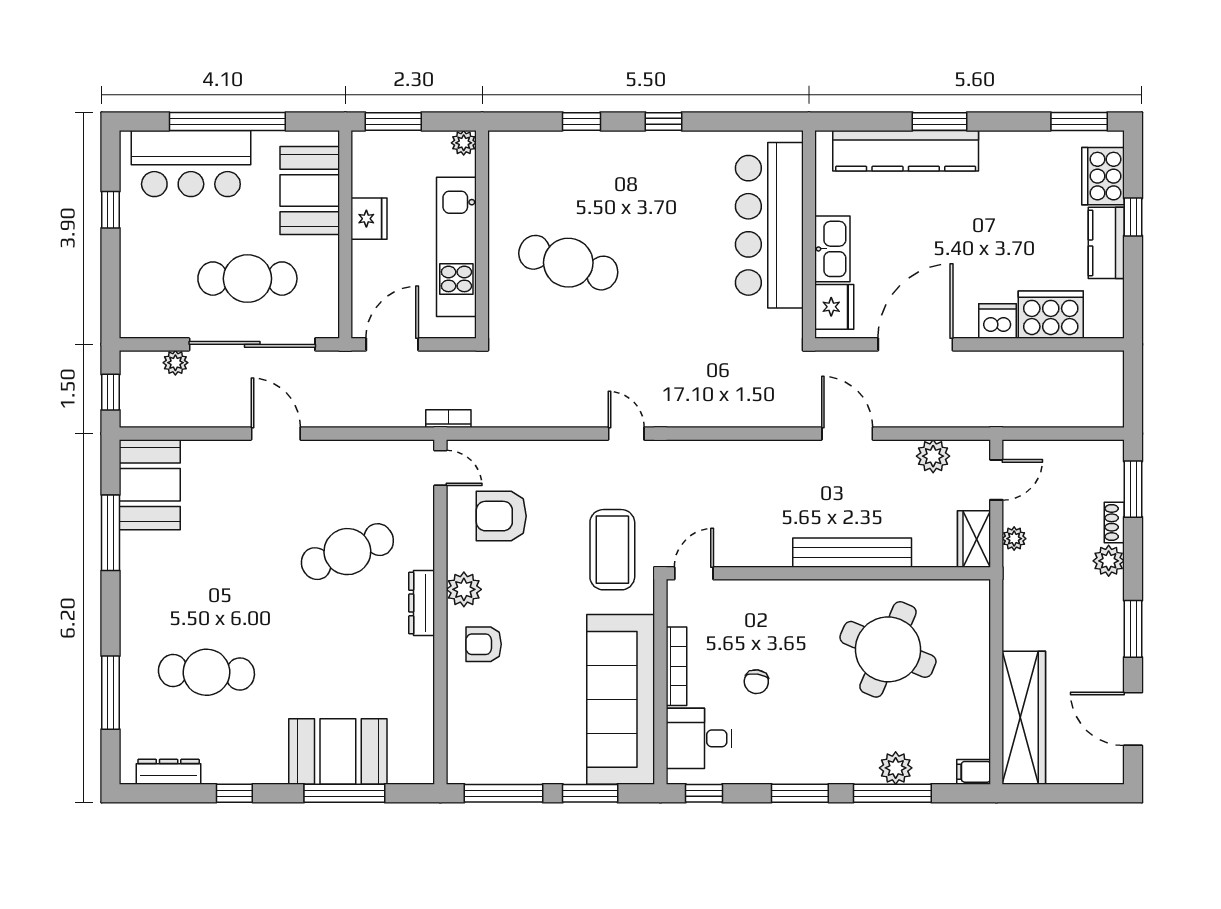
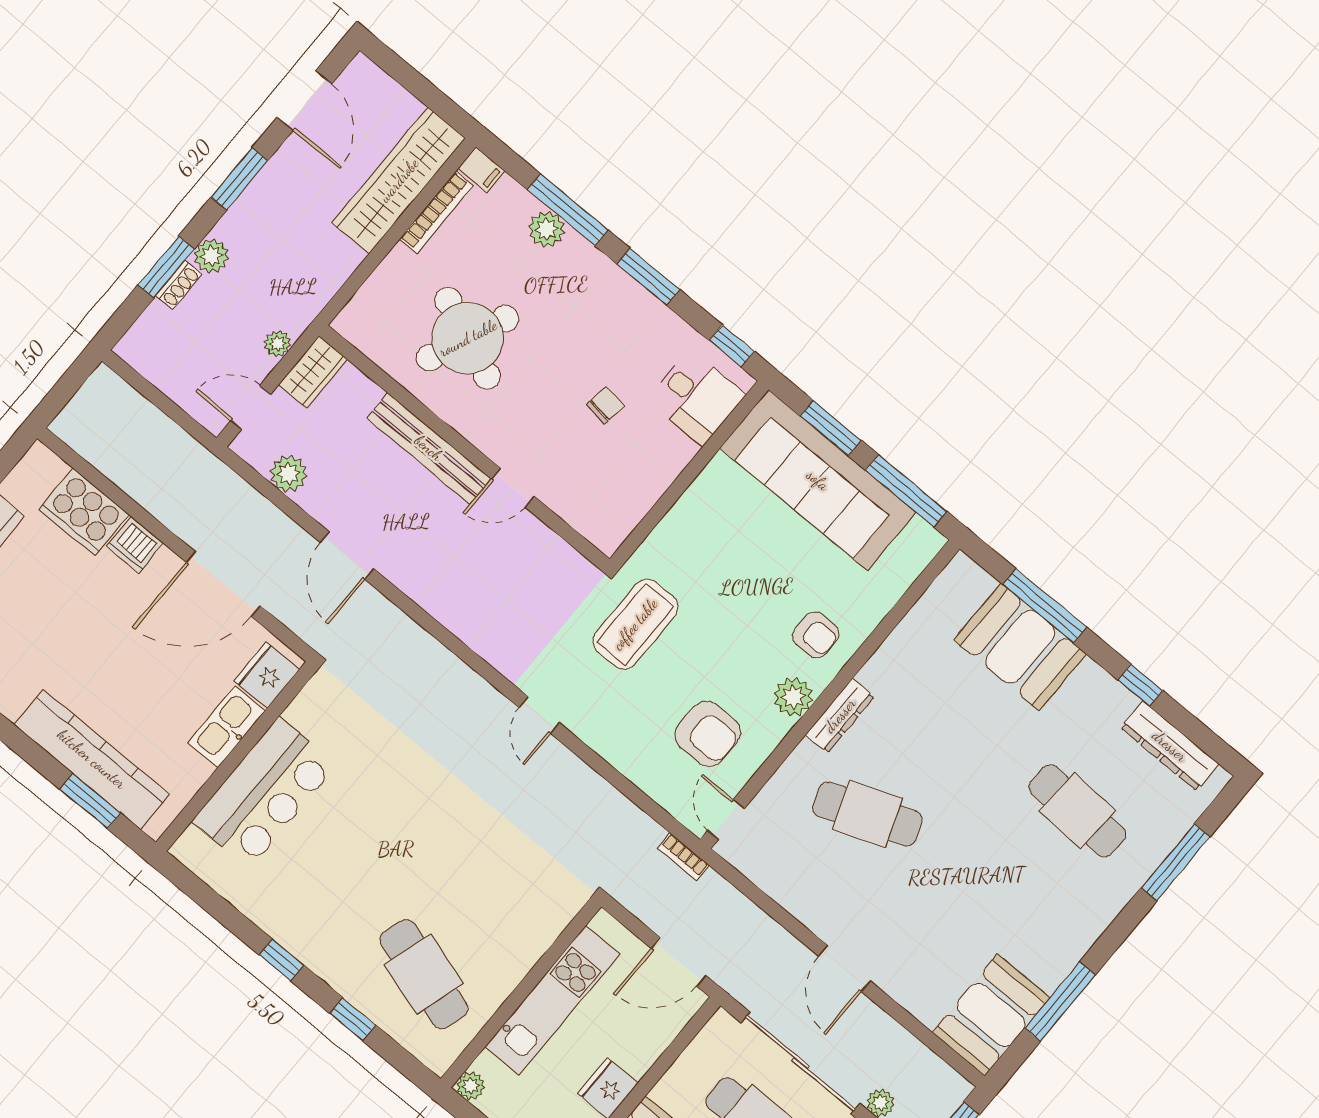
window: (940, 121) -> (90, 801), moved
bar counter: (769, 225) -> (264, 793), width x0.73
cafe table: (568, 263) -> (424, 974), moved
window: (1133, 489) -> (166, 267), moved
door: (694, 573) -> (513, 488), moved
bookcase: (676, 666) -> (436, 212), moved, turned 180
sofa: (621, 699) -> (818, 480), moved, turned 90
dresser: (169, 772) -> (1170, 746), width x1.37, depth x1.24

